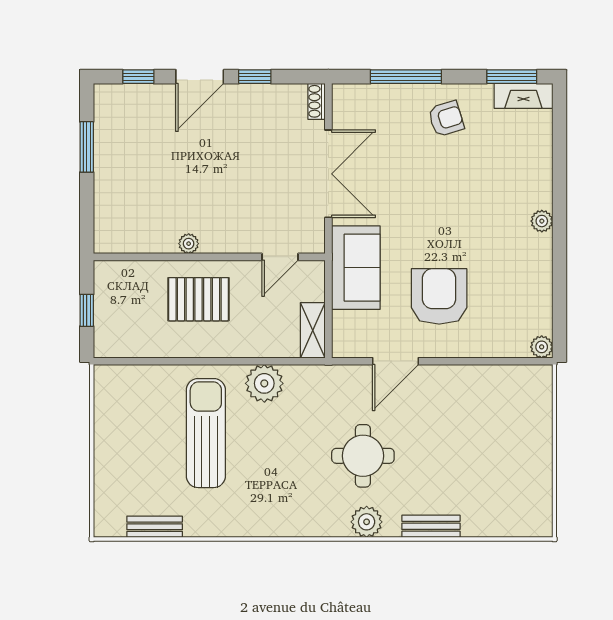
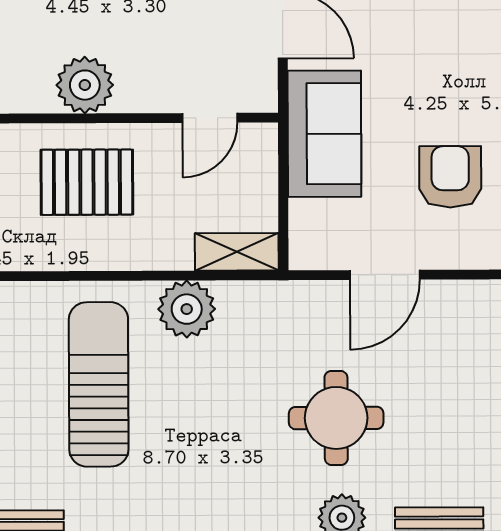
plant: (189, 244) -> (85, 85), width x1.88, depth x1.88
armchair: (439, 296) -> (450, 177), width x0.73, depth x0.73
shelving: (313, 330) -> (237, 252), moved, turned 90

